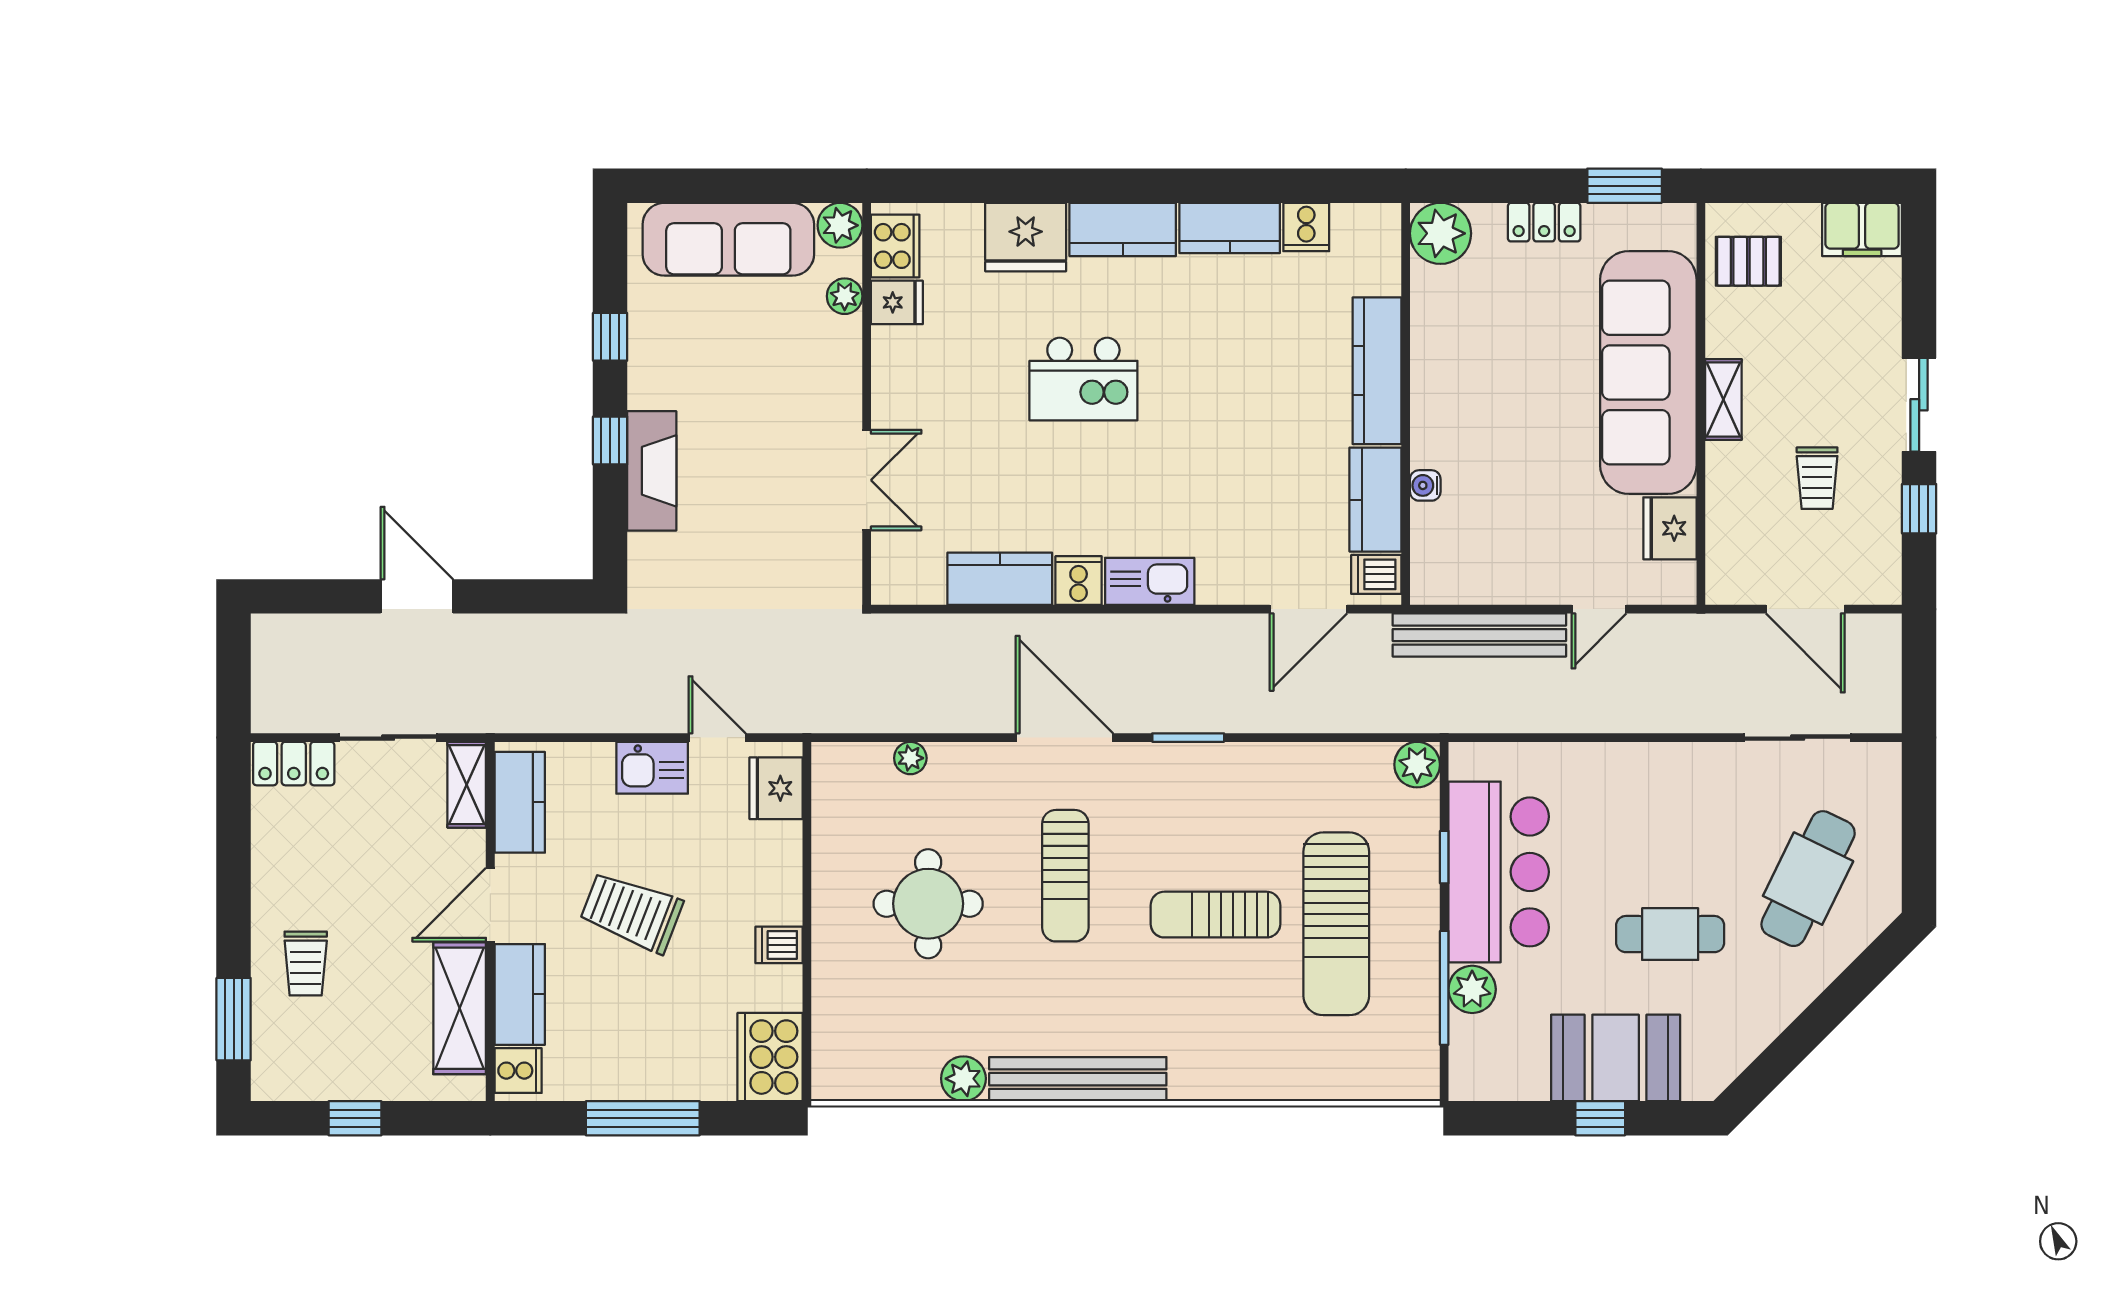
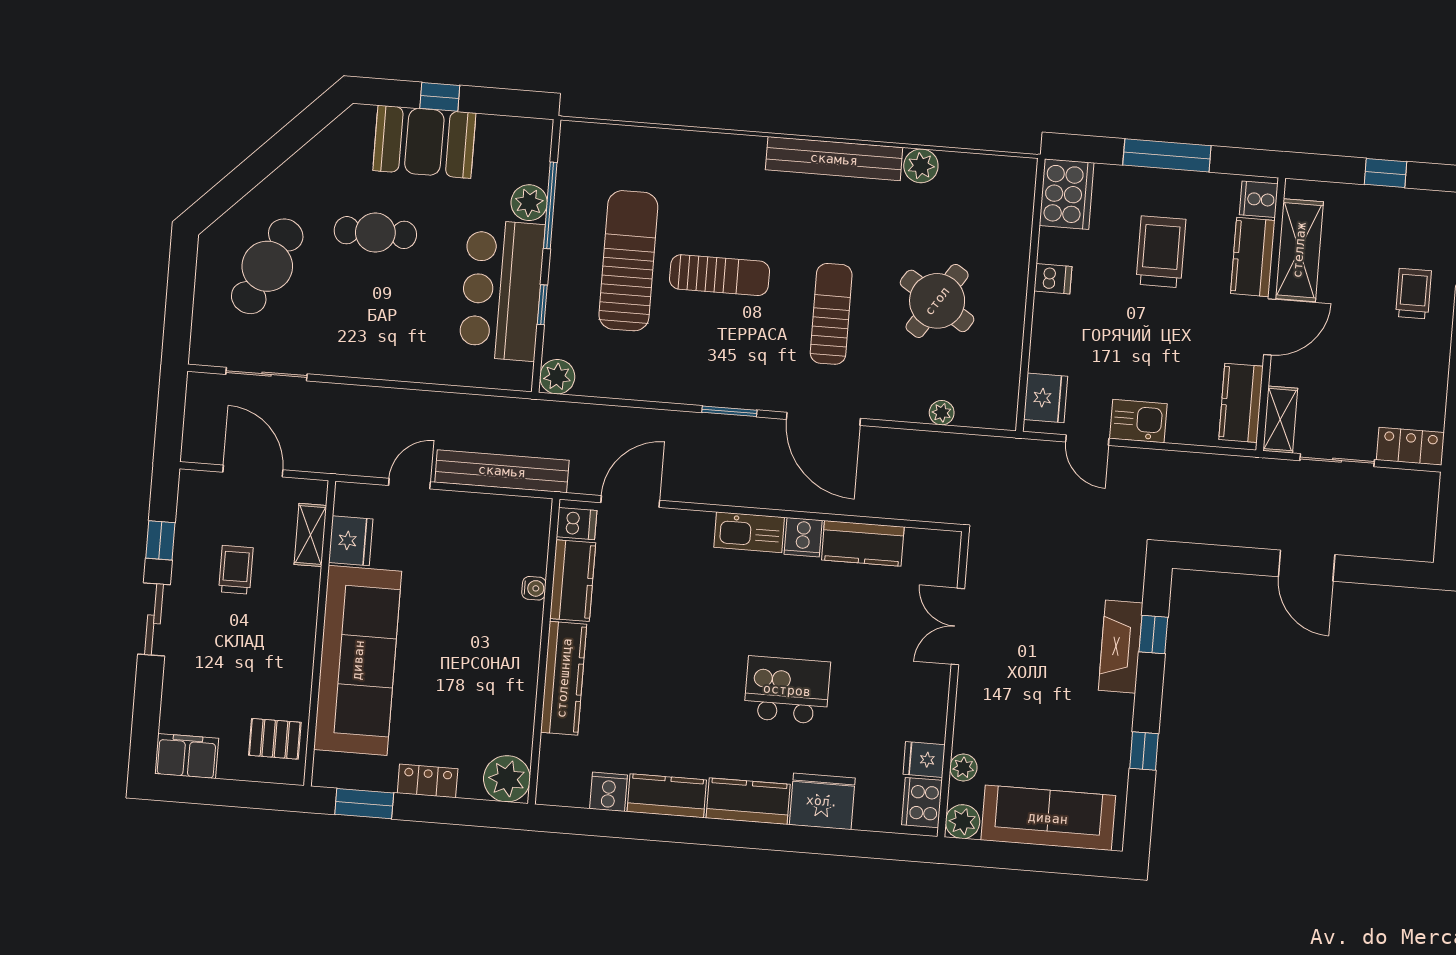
shelving: (1723, 400) -> (310, 535), moved
window: (610, 441) -> (1153, 634), moved
round table: (928, 904) -> (937, 301), turned 33
trolley: (631, 912) -> (1161, 252), moved, turned -111

